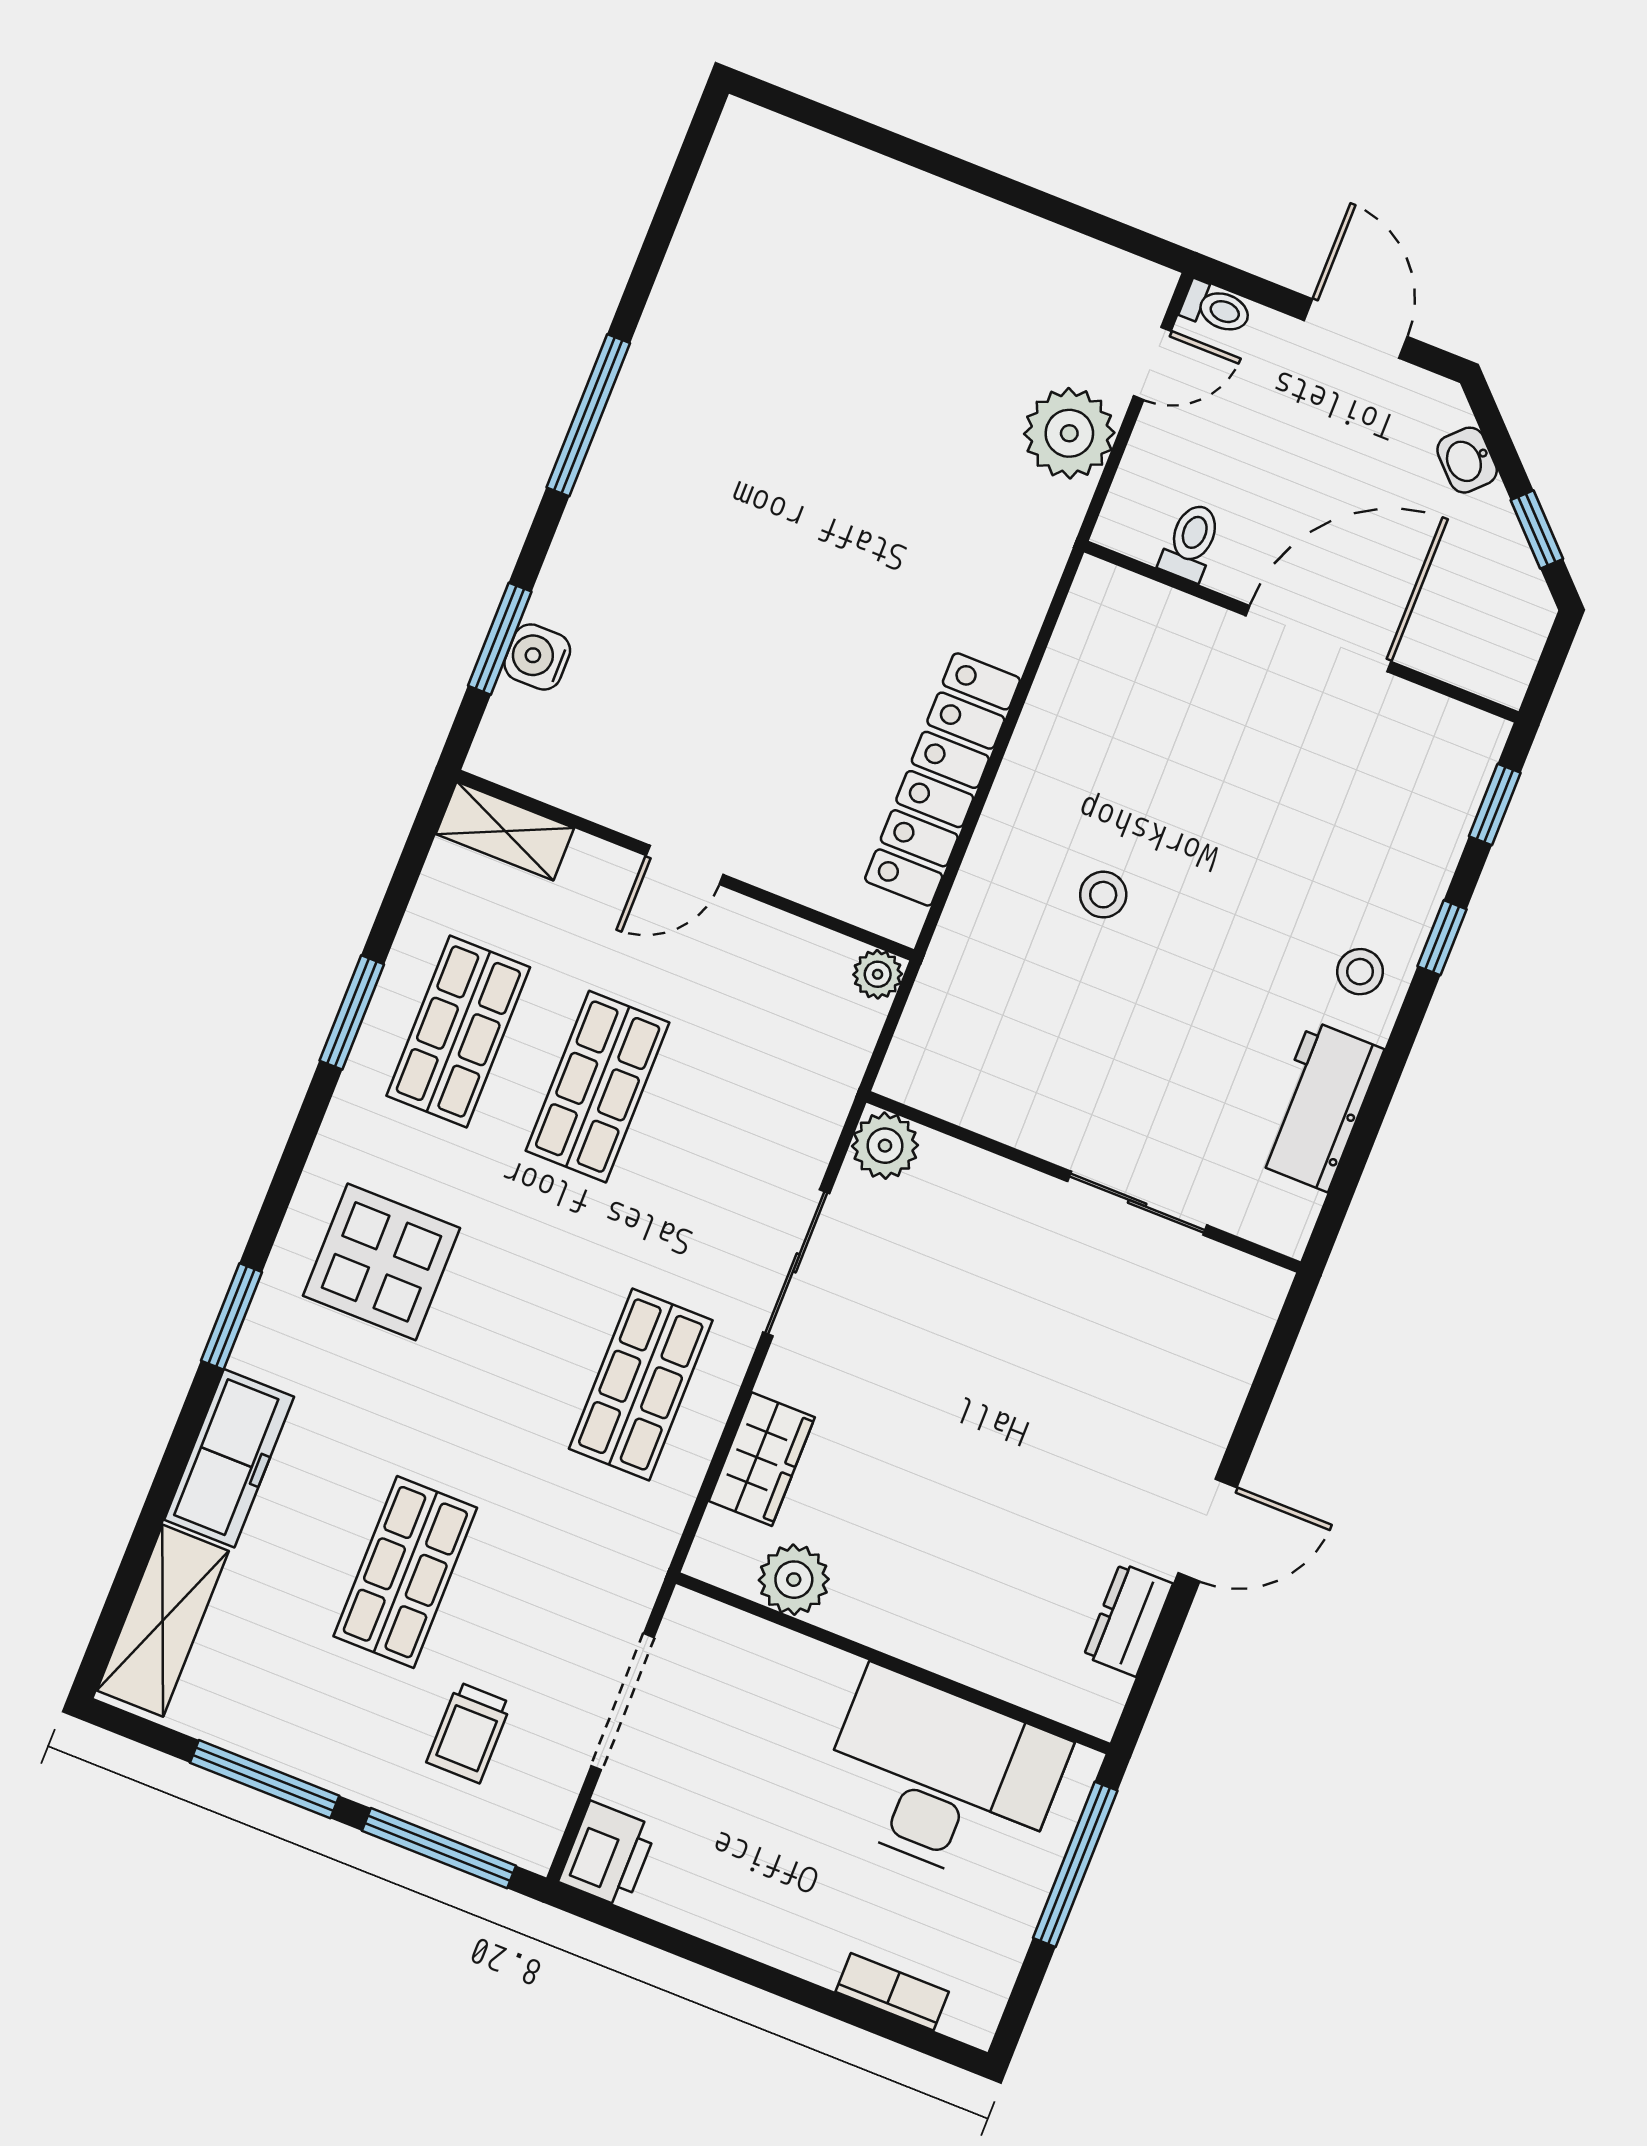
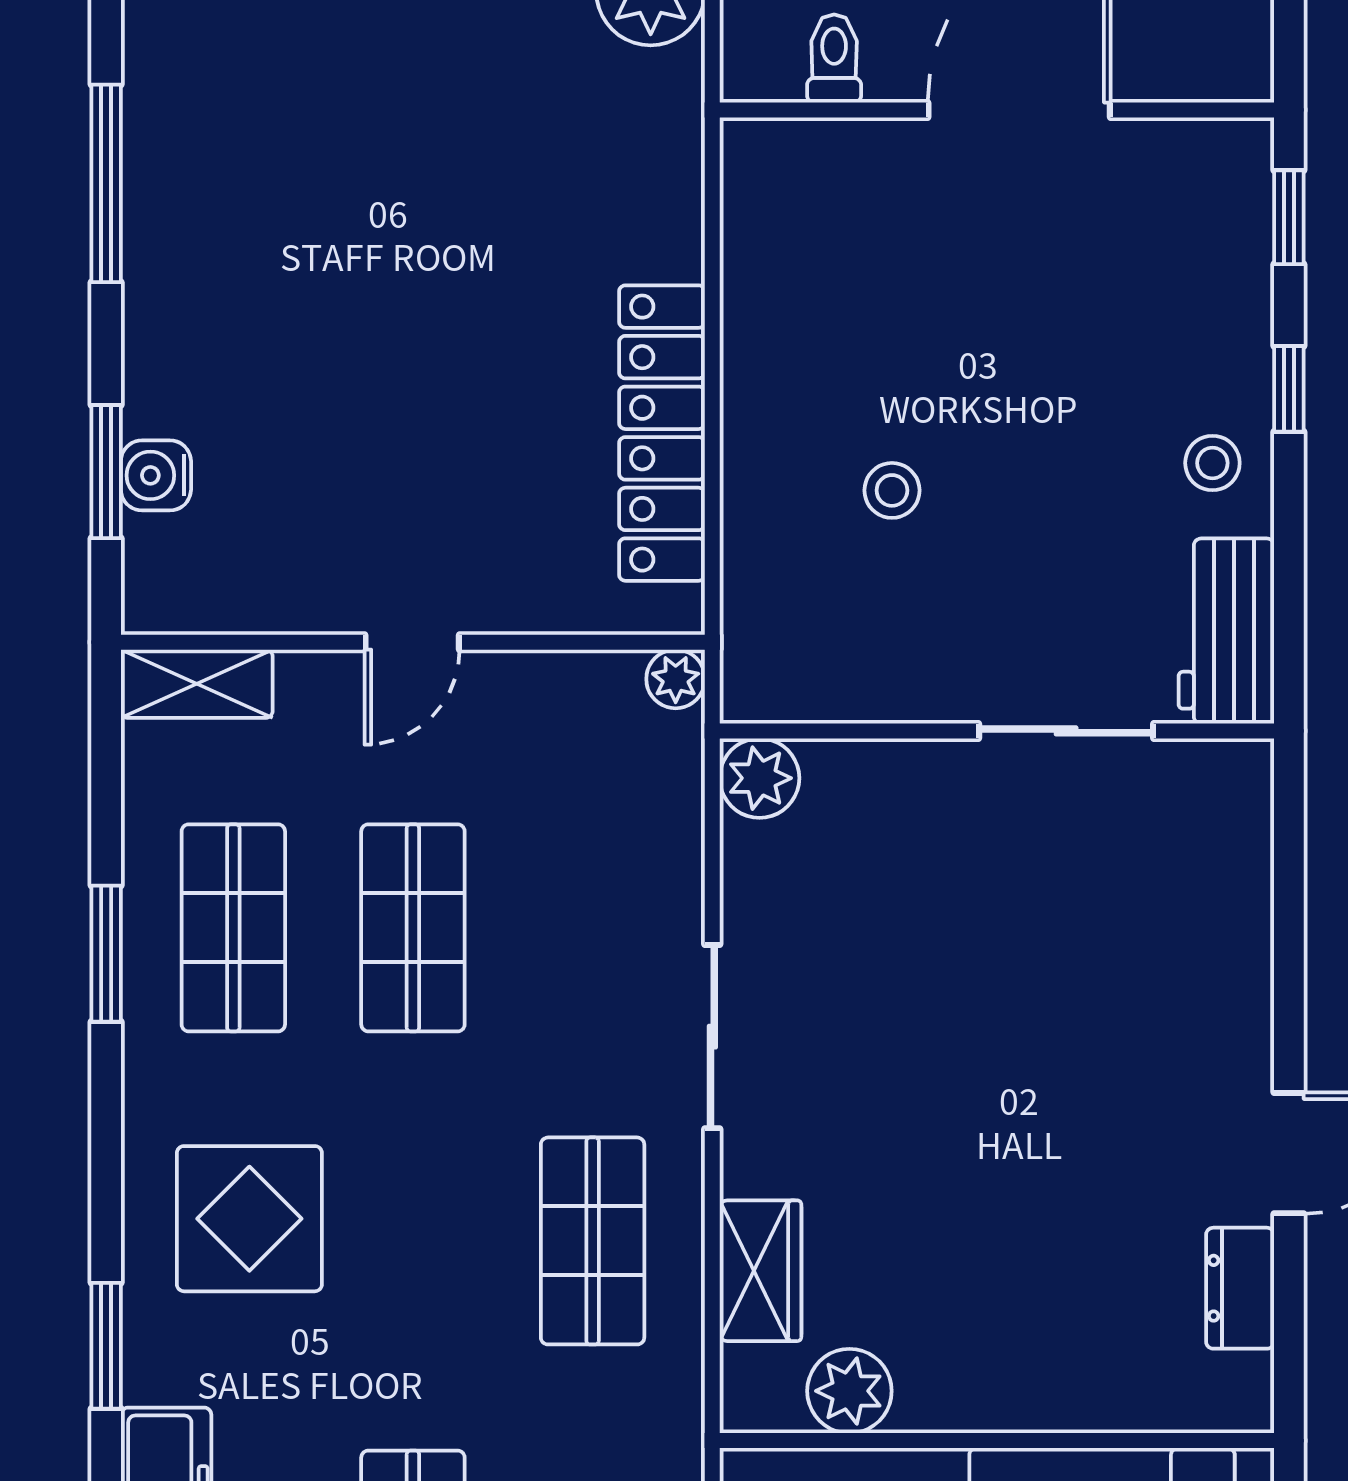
plant: (885, 1146) -> (760, 778), moved
wall: (1084, 1182) -> (997, 731), moved
sliding door: (1137, 1203) -> (1066, 731), moved

